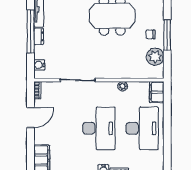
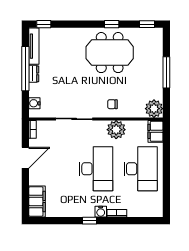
chair: (151, 34) -> (112, 104), moved
plant: (155, 57) -> (154, 109), moved
plant: (123, 86) -> (116, 130), width x1.87, depth x1.87

